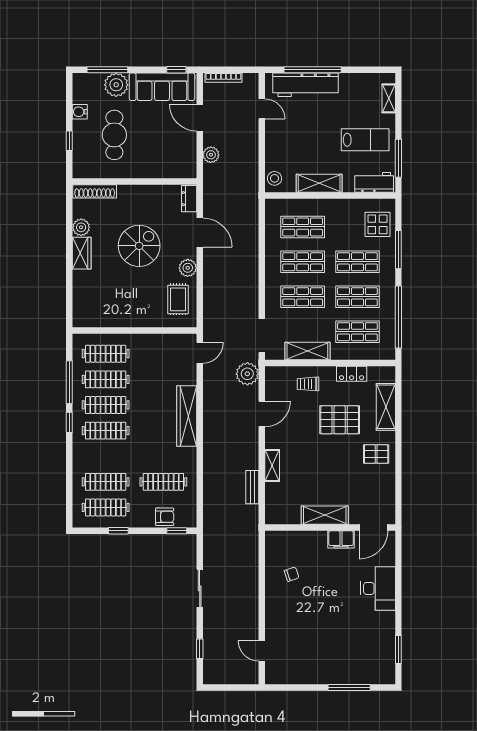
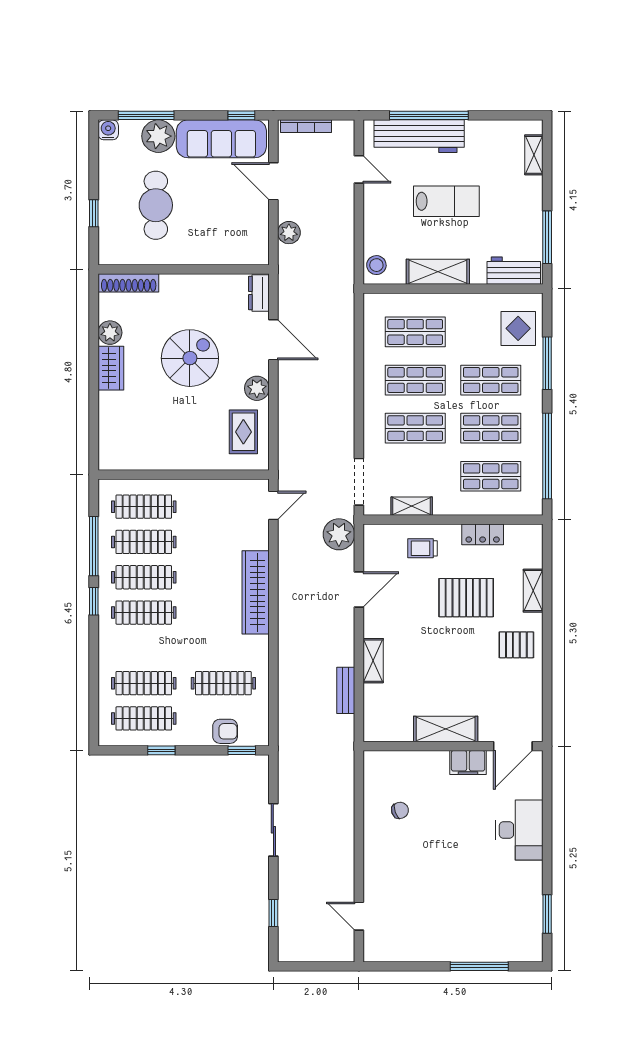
water cooler: (80, 112) -> (108, 130), moved, turned 90
lab bench: (365, 140) -> (446, 201), moved
shelving: (307, 351) -> (412, 506), width x0.67, depth x0.75
shelving: (386, 407) -> (533, 591), width x0.67, depth x0.75

